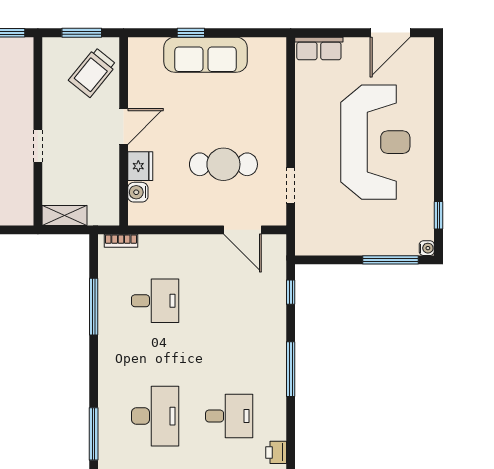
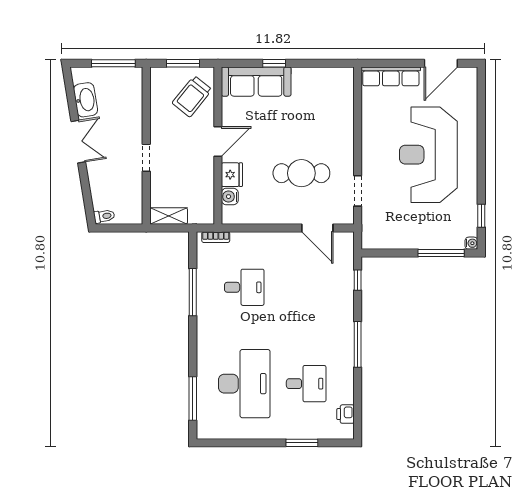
row of seats: (319, 48) -> (391, 76), width x1.48
sofa: (205, 55) -> (256, 82), moved
reception desk: (375, 142) -> (428, 155), turned 180
desk: (155, 416) -> (244, 384), width x1.36, depth x1.30

